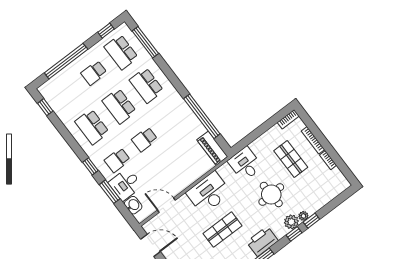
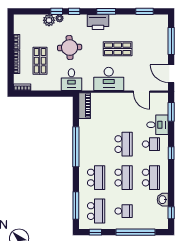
window: (202, 116) -> (76, 147), moved
school desk: (145, 139) -> (124, 144), width x1.85
window: (110, 192) -> (171, 112), moved
washbasin: (133, 205) -> (163, 200), moved
plant: (291, 222) -> (49, 20), moved

